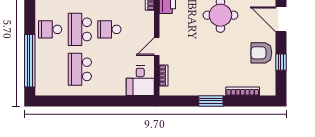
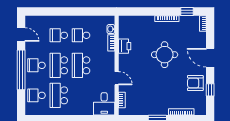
school desk: (109, 29) -> (81, 65), width x1.85
door: (157, 46) -> (117, 78), swing flipped
window: (30, 61) -> (21, 70), moved
school desk: (50, 69) -> (36, 95), added

